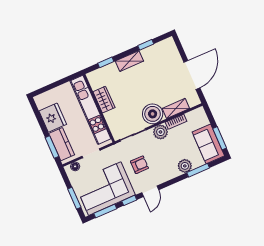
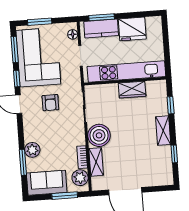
plant: (160, 132) -> (80, 178), moved
window: (220, 138) -> (65, 196), moved

